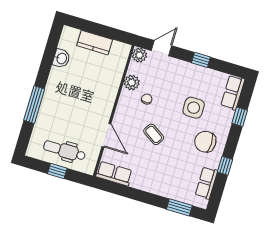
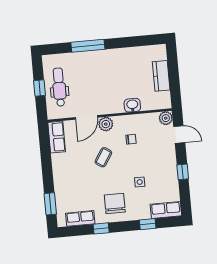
washbasin: (61, 58) -> (132, 105), moved, turned 180
plant: (132, 83) -> (106, 124), moved
side table: (194, 108) -> (140, 182), width x0.54, depth x0.54

